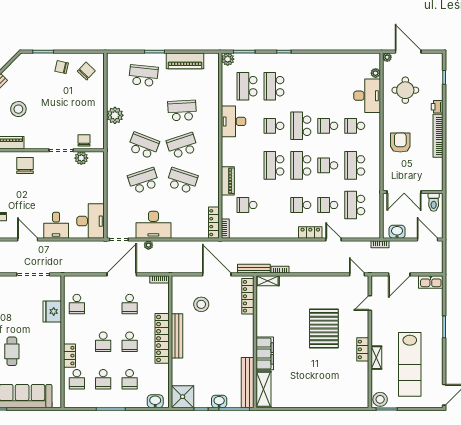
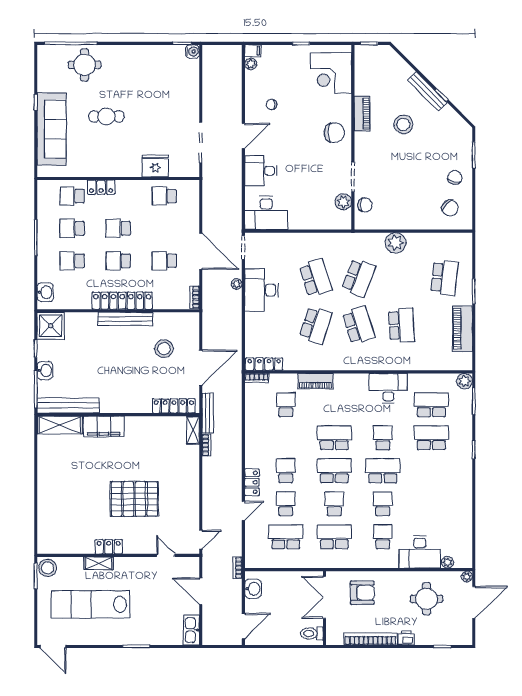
double door: (404, 192) -> (324, 597), moved
wall: (413, 192) -> (324, 608), moved
toilet: (434, 202) -> (312, 634), moved

